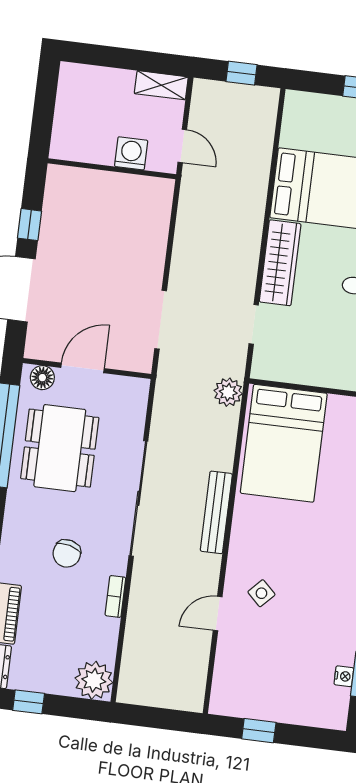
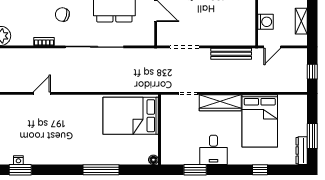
shelving: (161, 85) -> (301, 21), moved
plant: (228, 392) -> (153, 85), removed
bench: (216, 512) -> (231, 54), moved
side table: (261, 593) -> (55, 114), removed
door: (218, 614) -> (42, 93), hinge flipped

